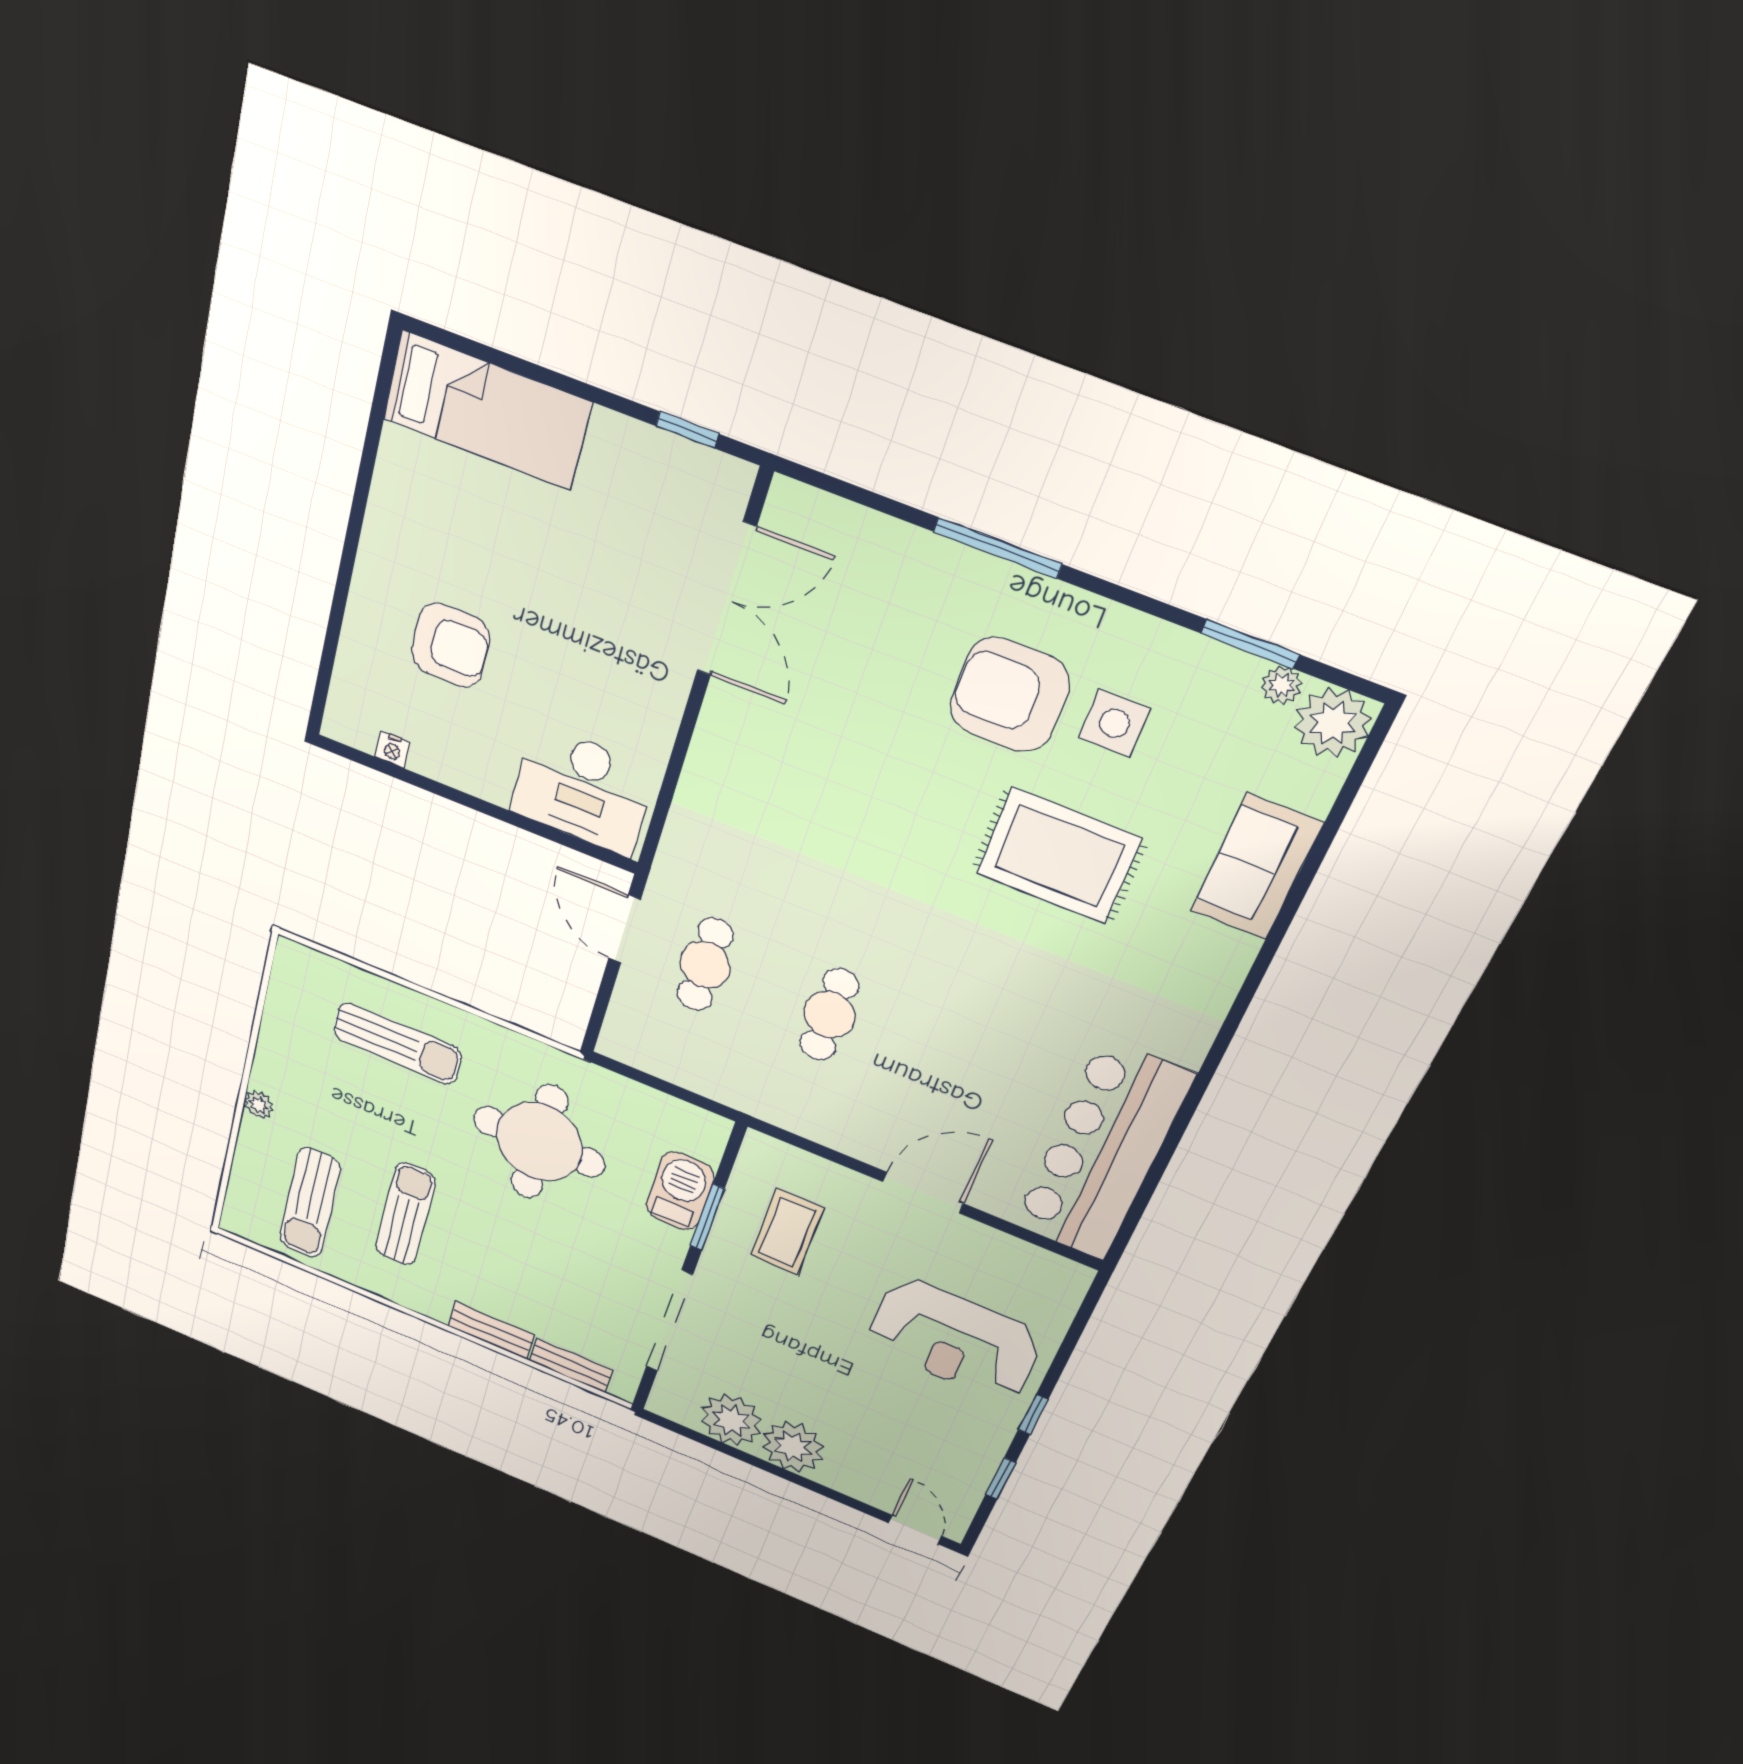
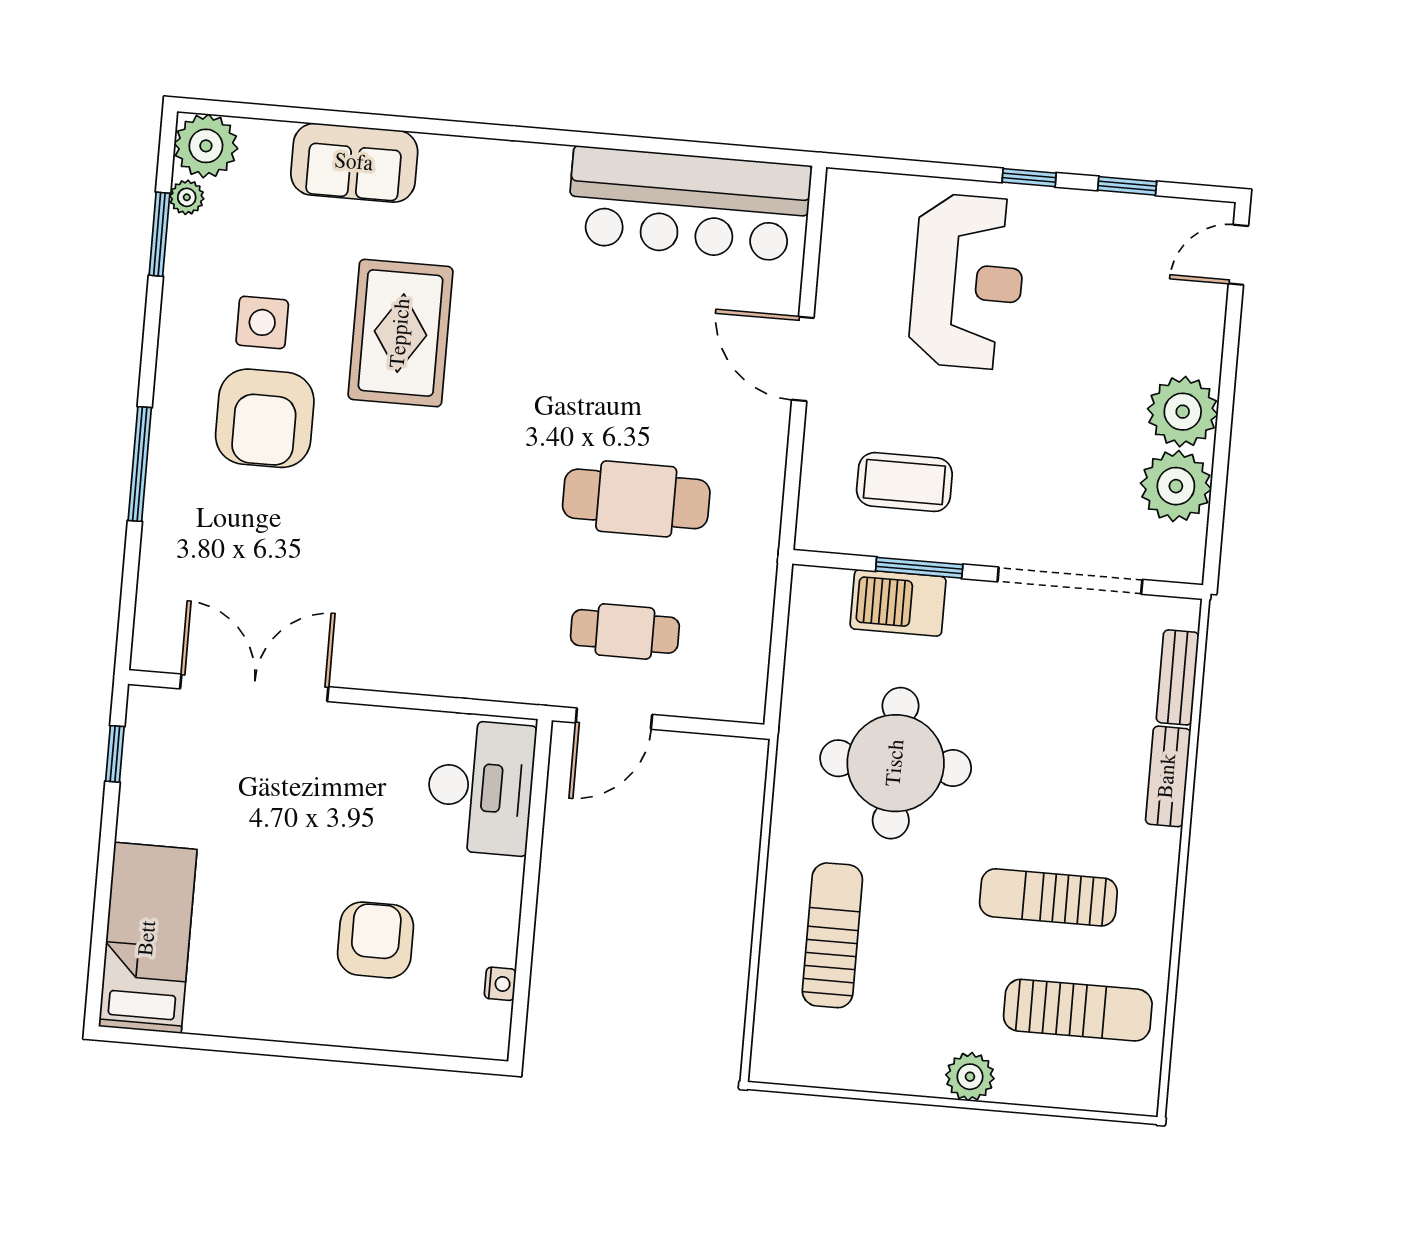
cafe table: (829, 1015) -> (636, 499), width x1.37, depth x1.35
plant: (259, 1105) -> (970, 1077), width x1.38, depth x1.38

